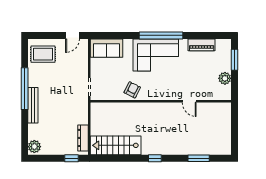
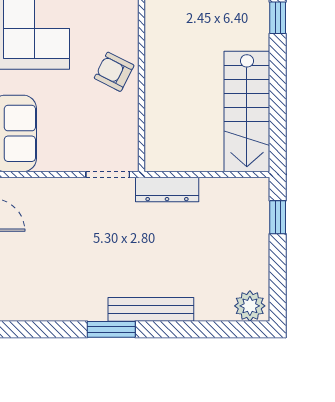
rug: (43, 54) -> (29, 285), removed
window: (25, 89) -> (111, 329), width x0.47
dresser: (83, 138) -> (167, 189), moved

